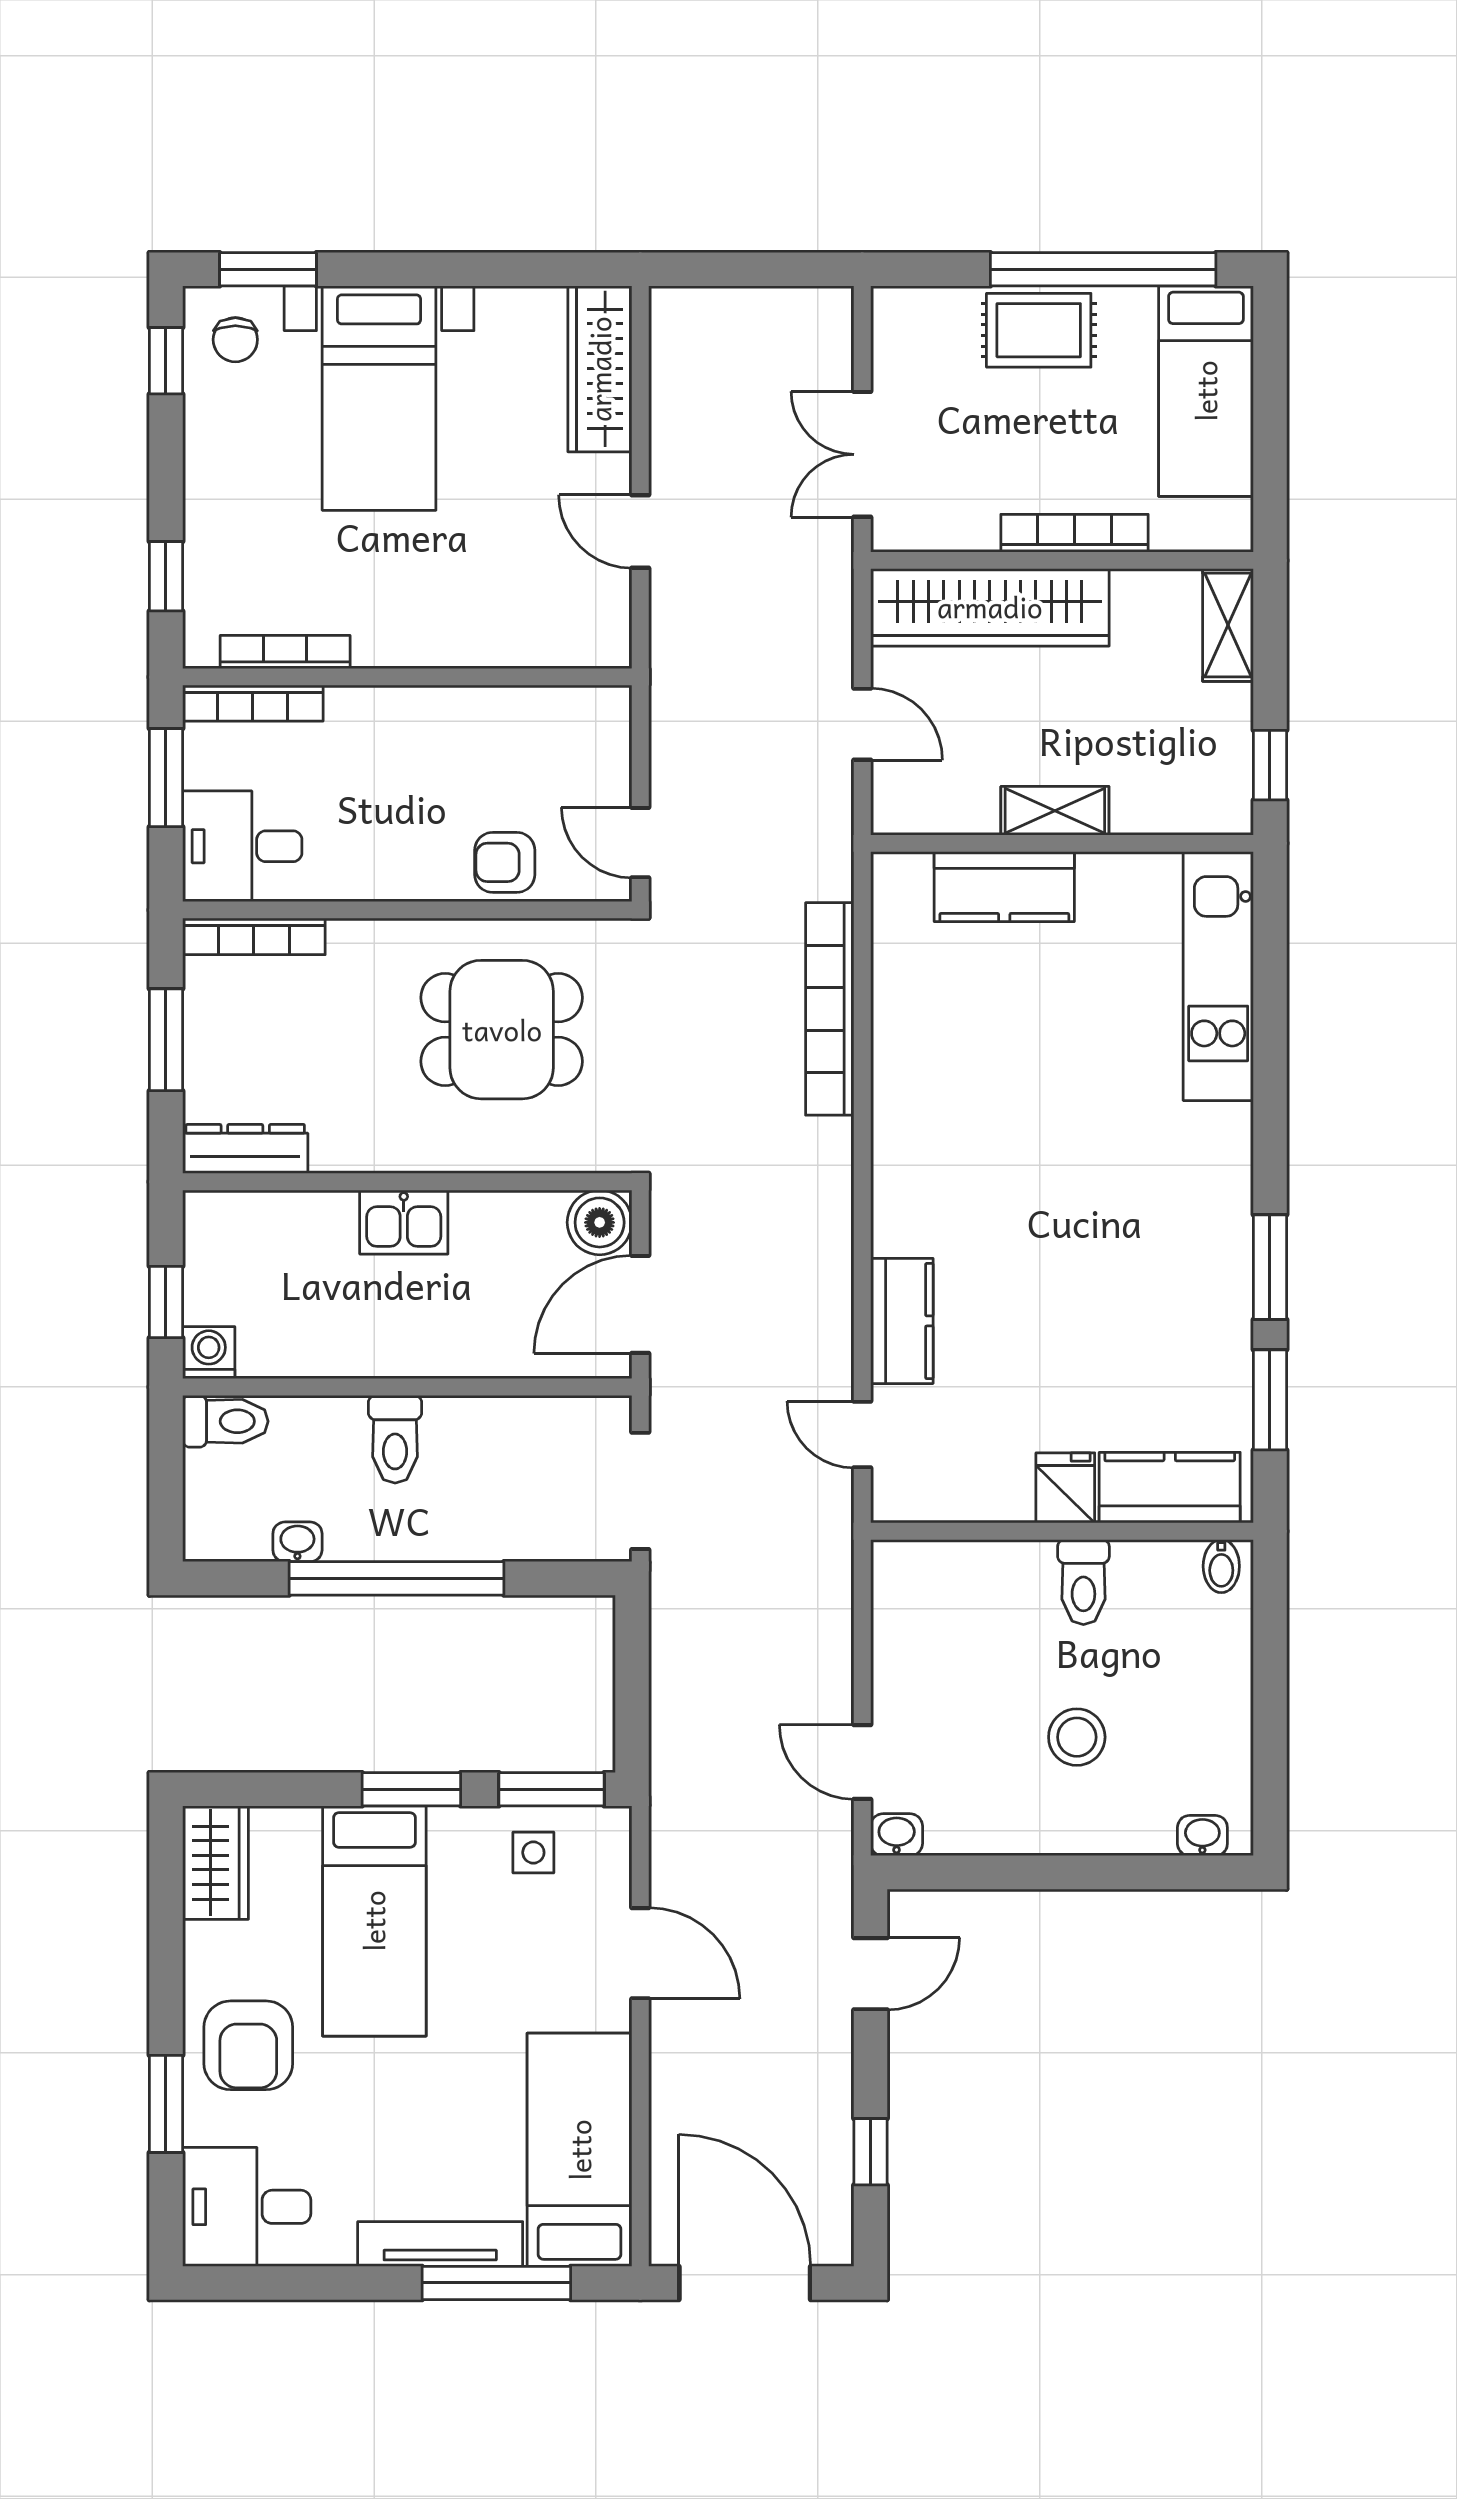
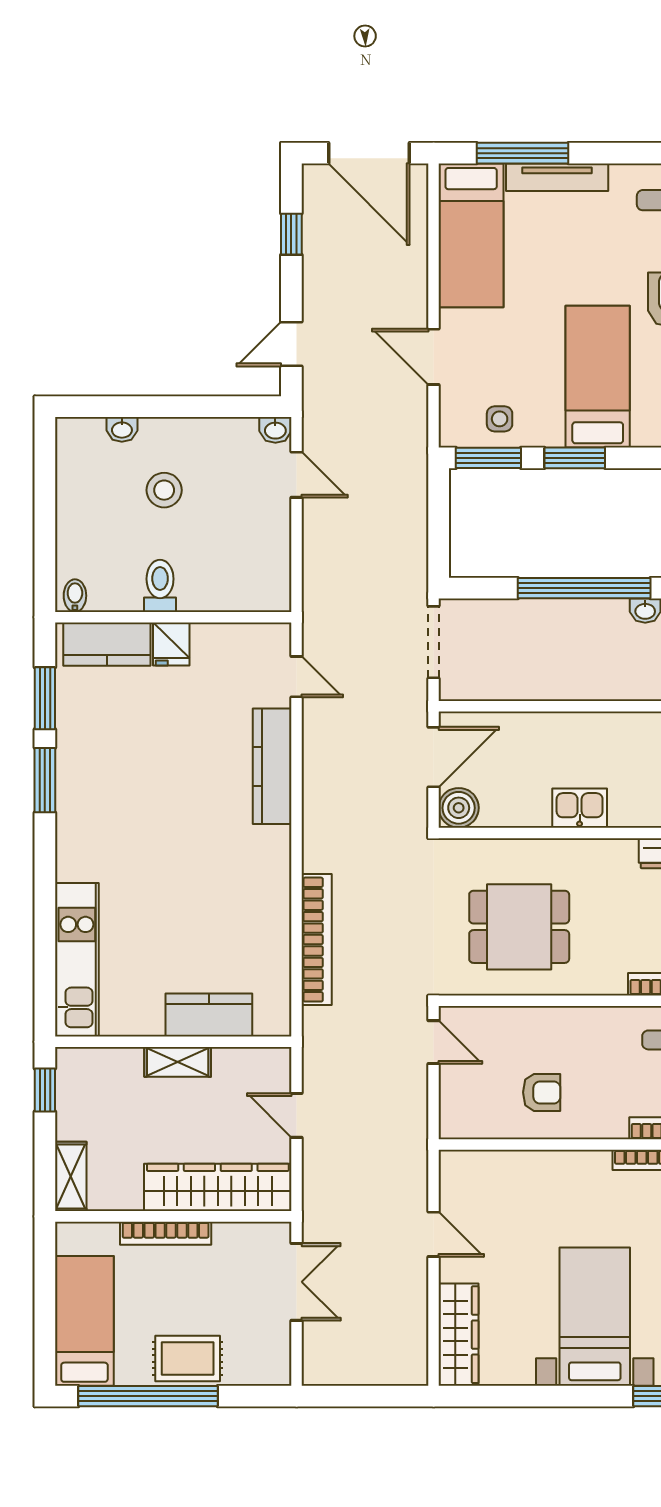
armchair: (505, 862) -> (542, 1092), moved
kitchen counter: (902, 1321) -> (272, 766), width x1.50
toilet: (395, 1439) -> (585, 674), removed
washbasin: (1202, 1836) -> (122, 429), moved

